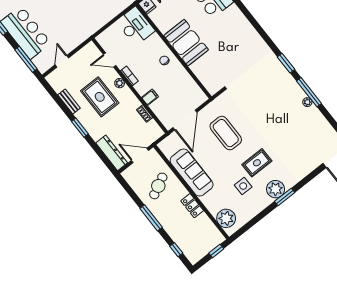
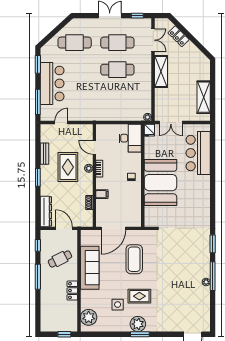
booth: (186, 43) -> (161, 183), width x1.36, depth x1.42
window: (176, 250) -> (38, 245), moved

